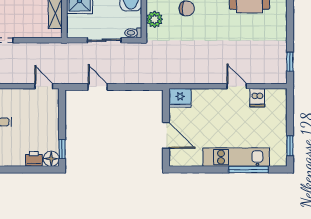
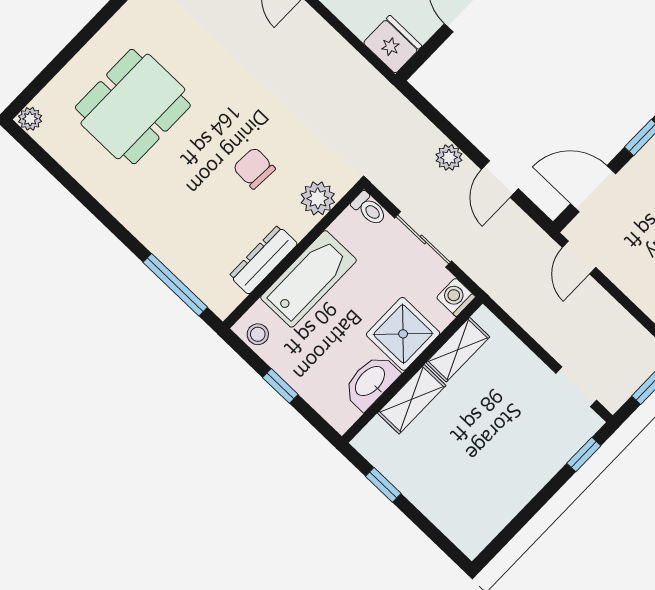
washing machine: (73, 31) -> (456, 297), added
plant: (123, 77) -> (449, 157), added
door: (62, 115) -> (593, 189), added

